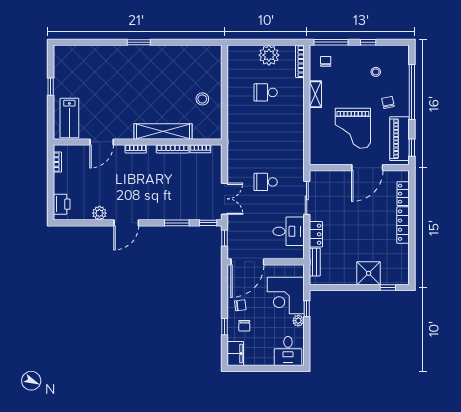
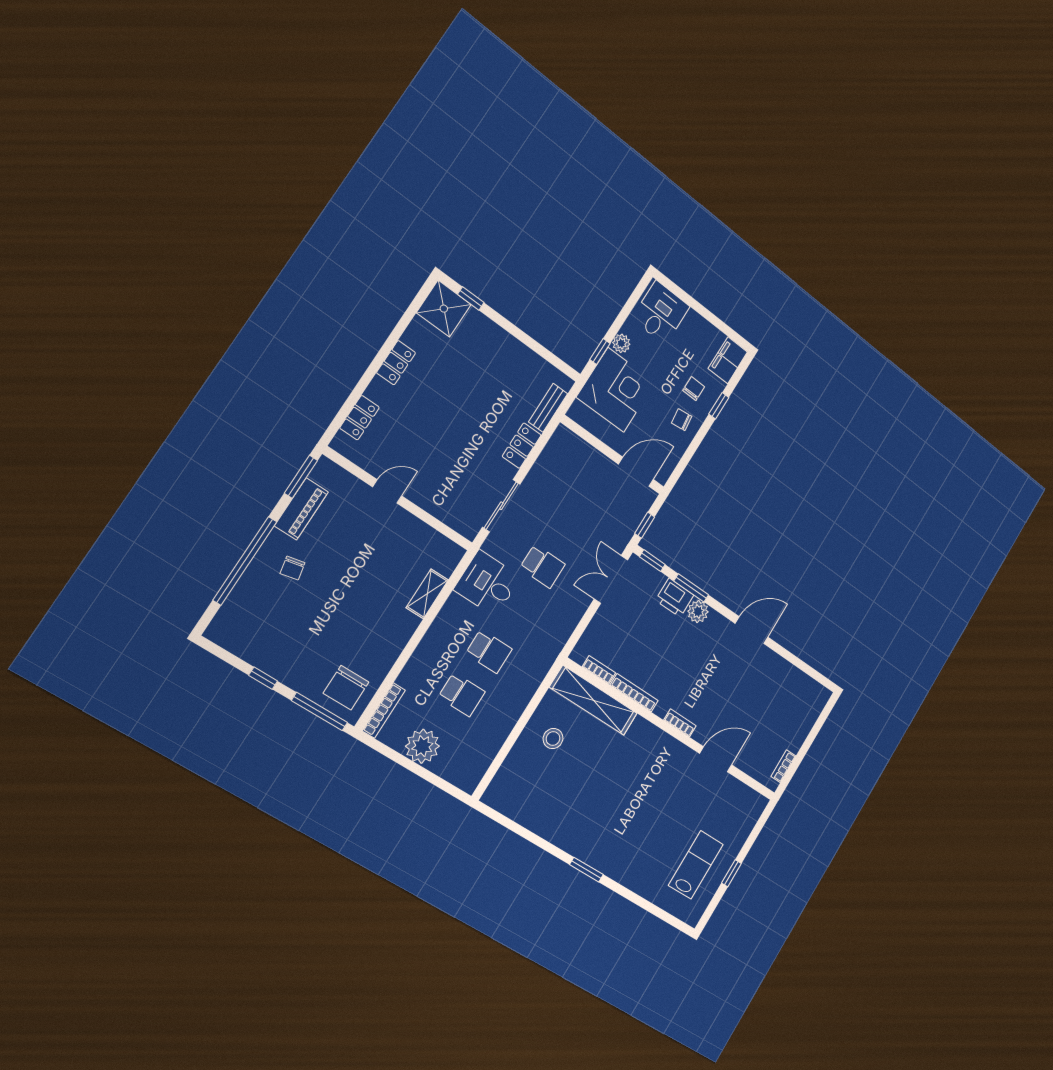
chair: (326, 61) -> (346, 688), width x1.87, depth x1.87
stool: (376, 72) -> (281, 626), removed
shelving: (315, 94) -> (427, 594), moved
lab bench: (69, 118) -> (696, 865), moved
school desk: (266, 122) -> (489, 651), added
grand piano: (353, 128) -> (370, 563), removed
shelving: (163, 131) -> (593, 700), moved
piano: (400, 139) -> (301, 509), width x0.73, depth x0.75
window: (412, 148) -> (301, 477), width x1.50
door: (367, 168) -> (387, 491), width x0.53
printer: (62, 204) -> (675, 598), moved, turned -90
plant: (99, 213) -> (698, 612), moved
locker: (403, 225) -> (396, 363), width x0.66
desk: (289, 231) -> (487, 583), moved
door: (247, 262) -> (636, 472), width x0.73
shower: (369, 273) -> (444, 309), moved

